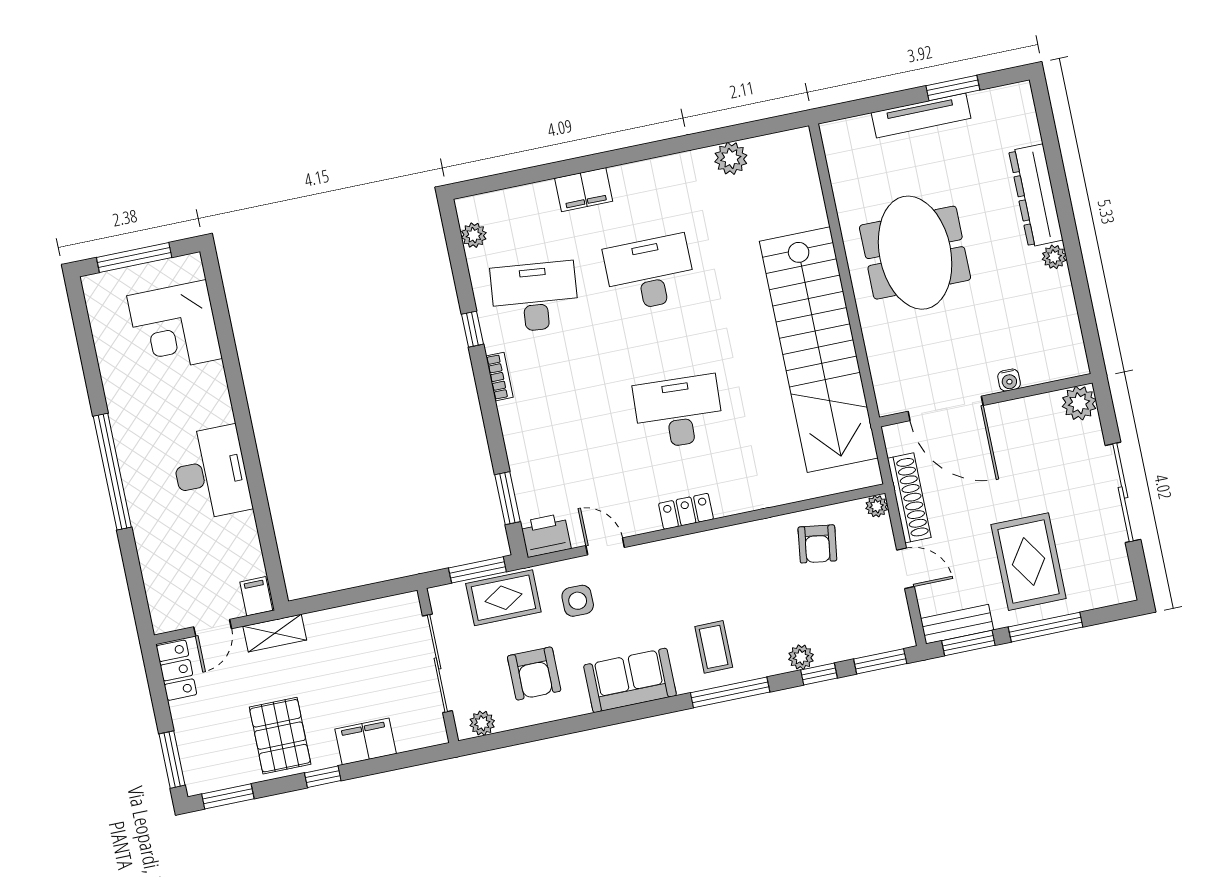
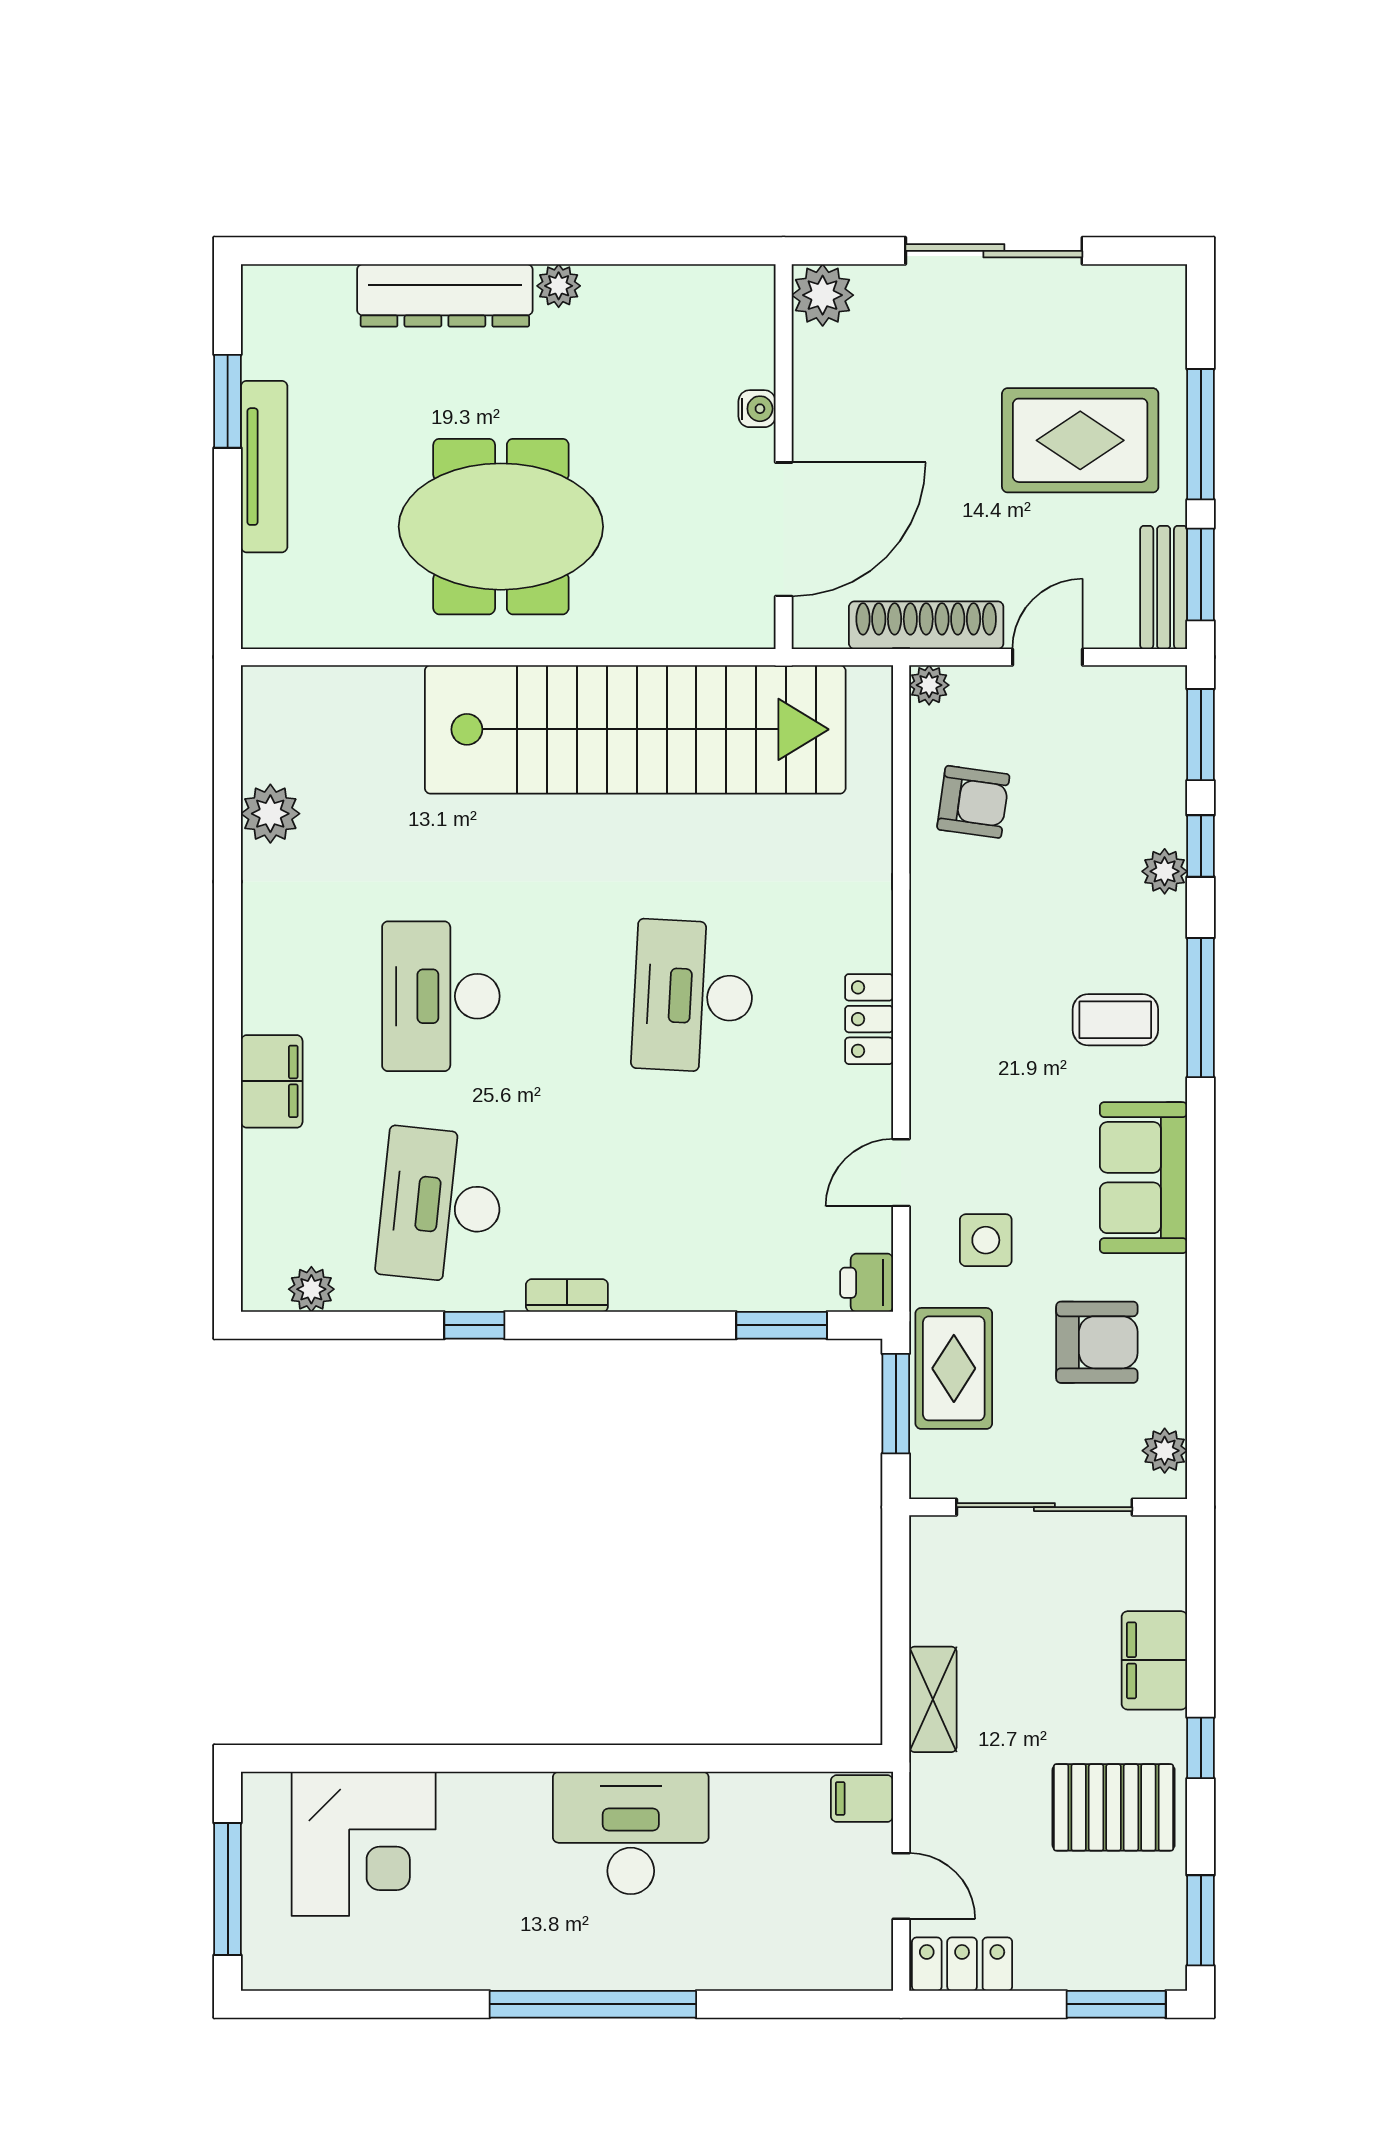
printer: (546, 535) -> (867, 1283), width x0.73, depth x0.81
shelving: (275, 633) -> (933, 1699), moved

